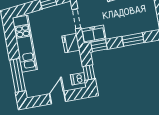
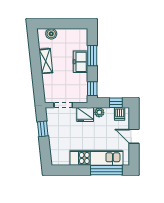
freezer: (93, 34) -> (81, 62), moved
kitchen unit: (25, 44) -> (96, 158), moved
plant: (76, 57) -> (99, 112), added

